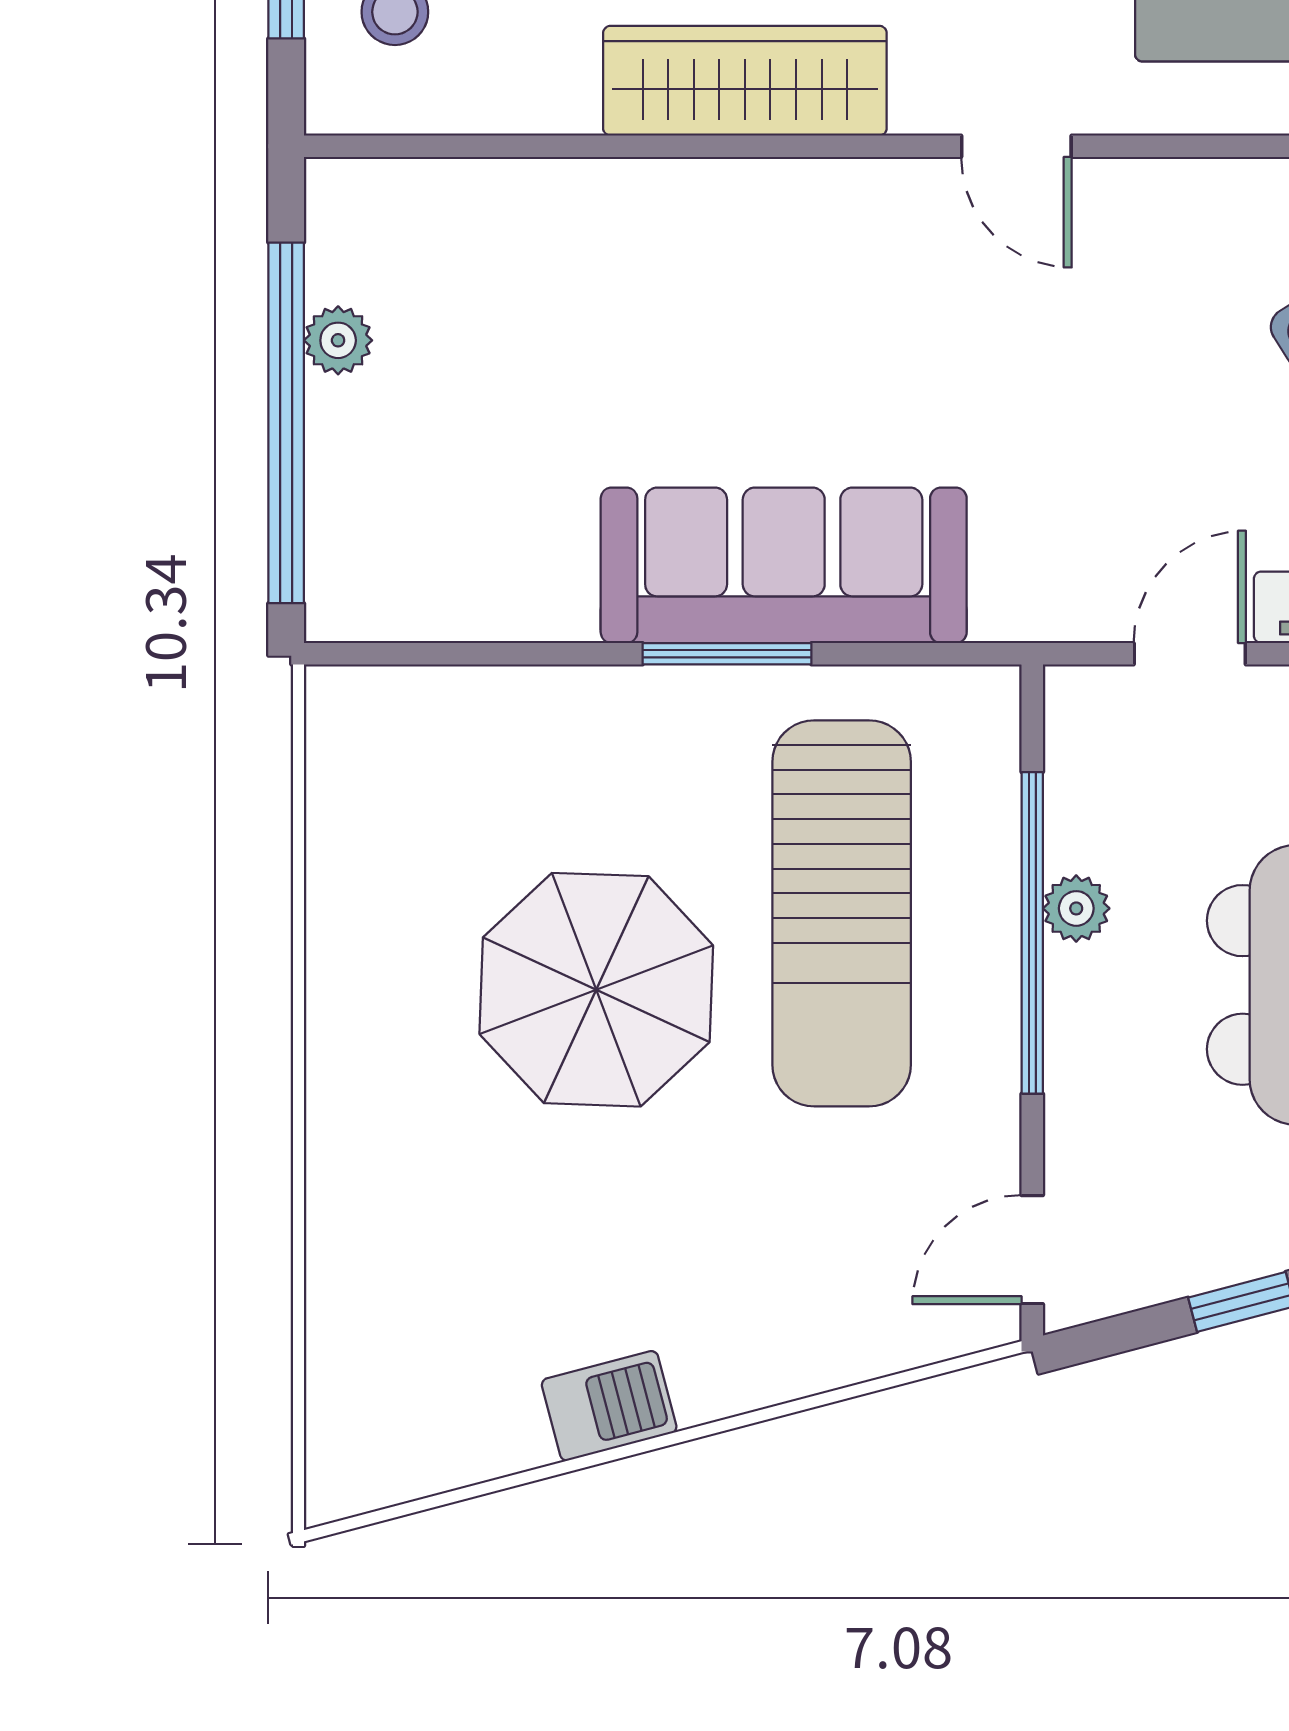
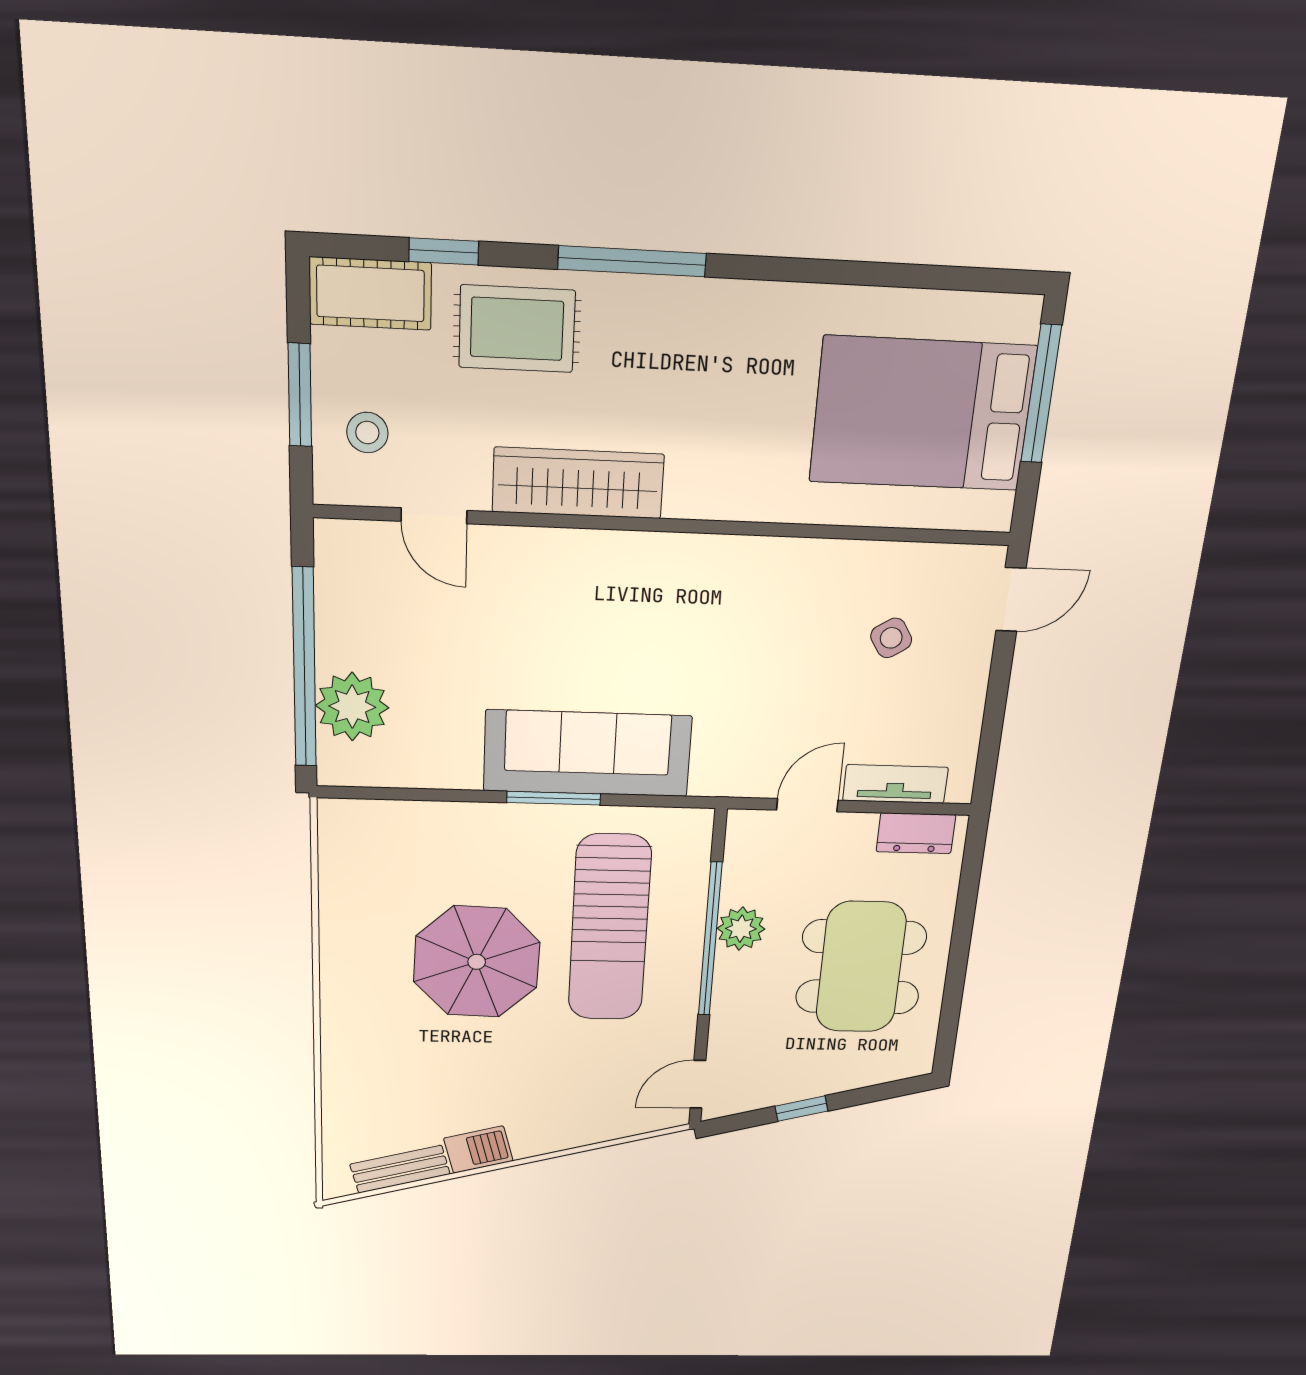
door: (1016, 146) -> (434, 516), moved
plant: (338, 340) -> (352, 707), moved, width x1.88, depth x1.88
plant: (1076, 908) -> (741, 929), width x1.38, depth x1.38
bench: (457, 1454) -> (400, 1169), added

